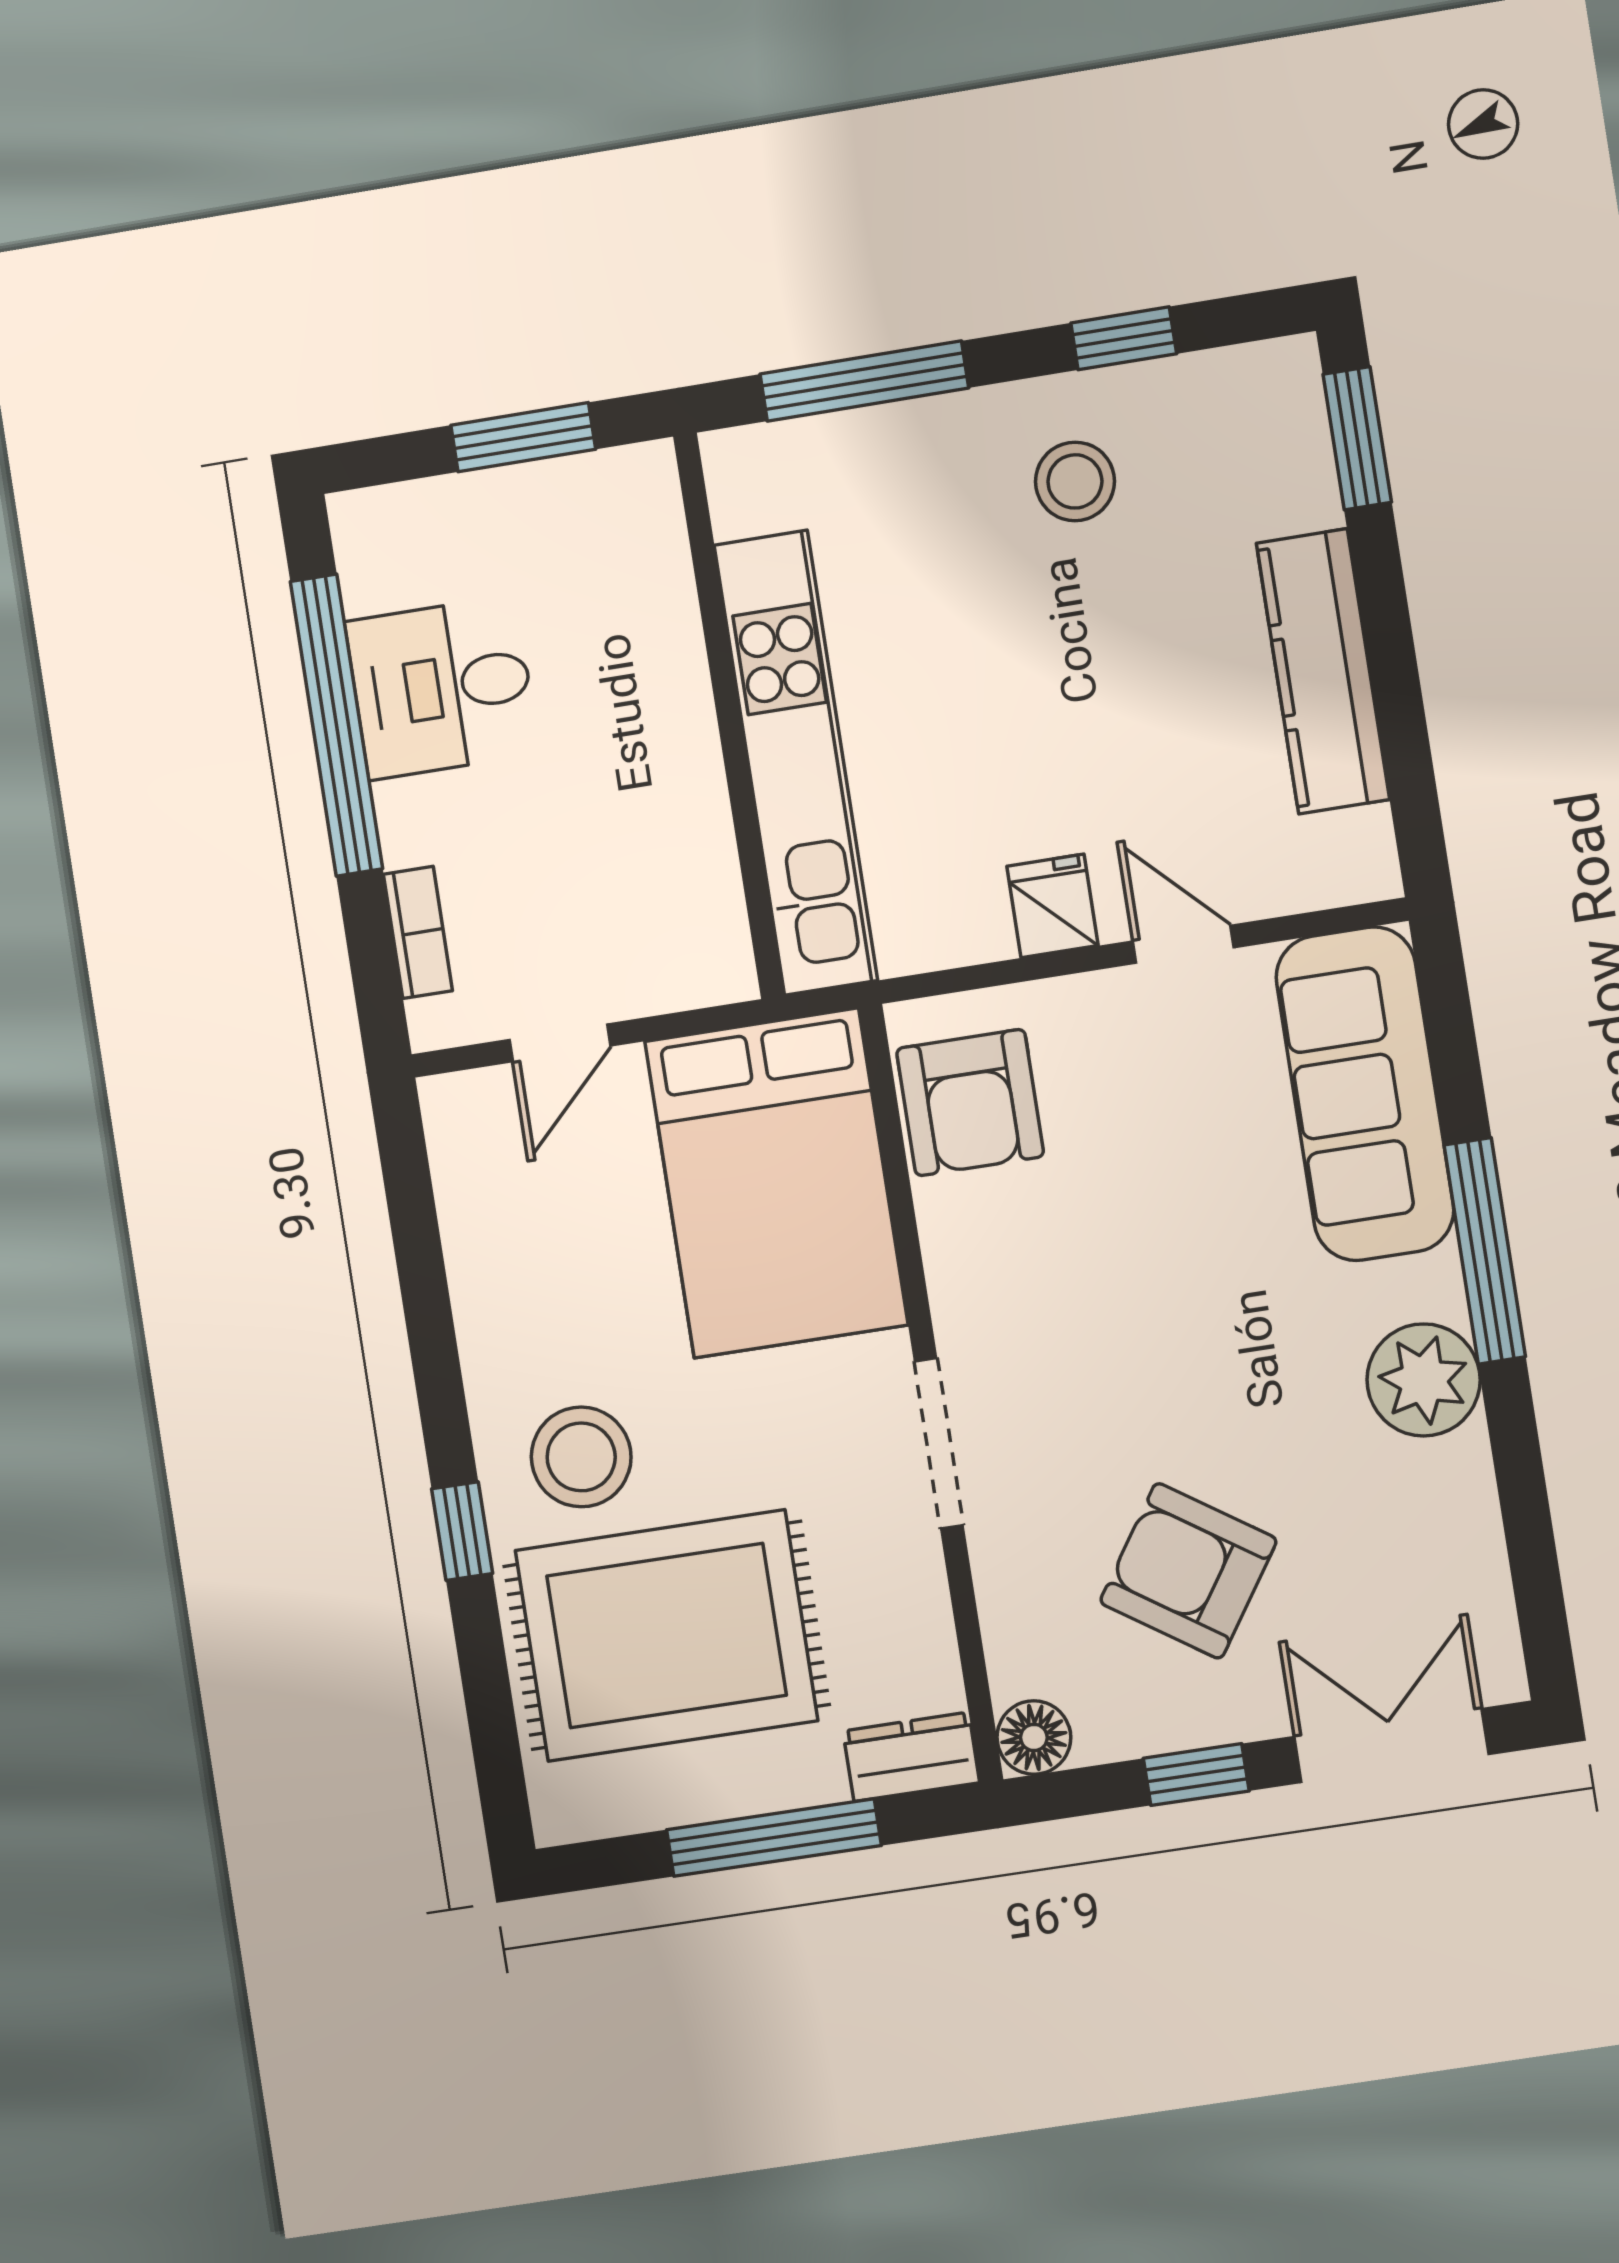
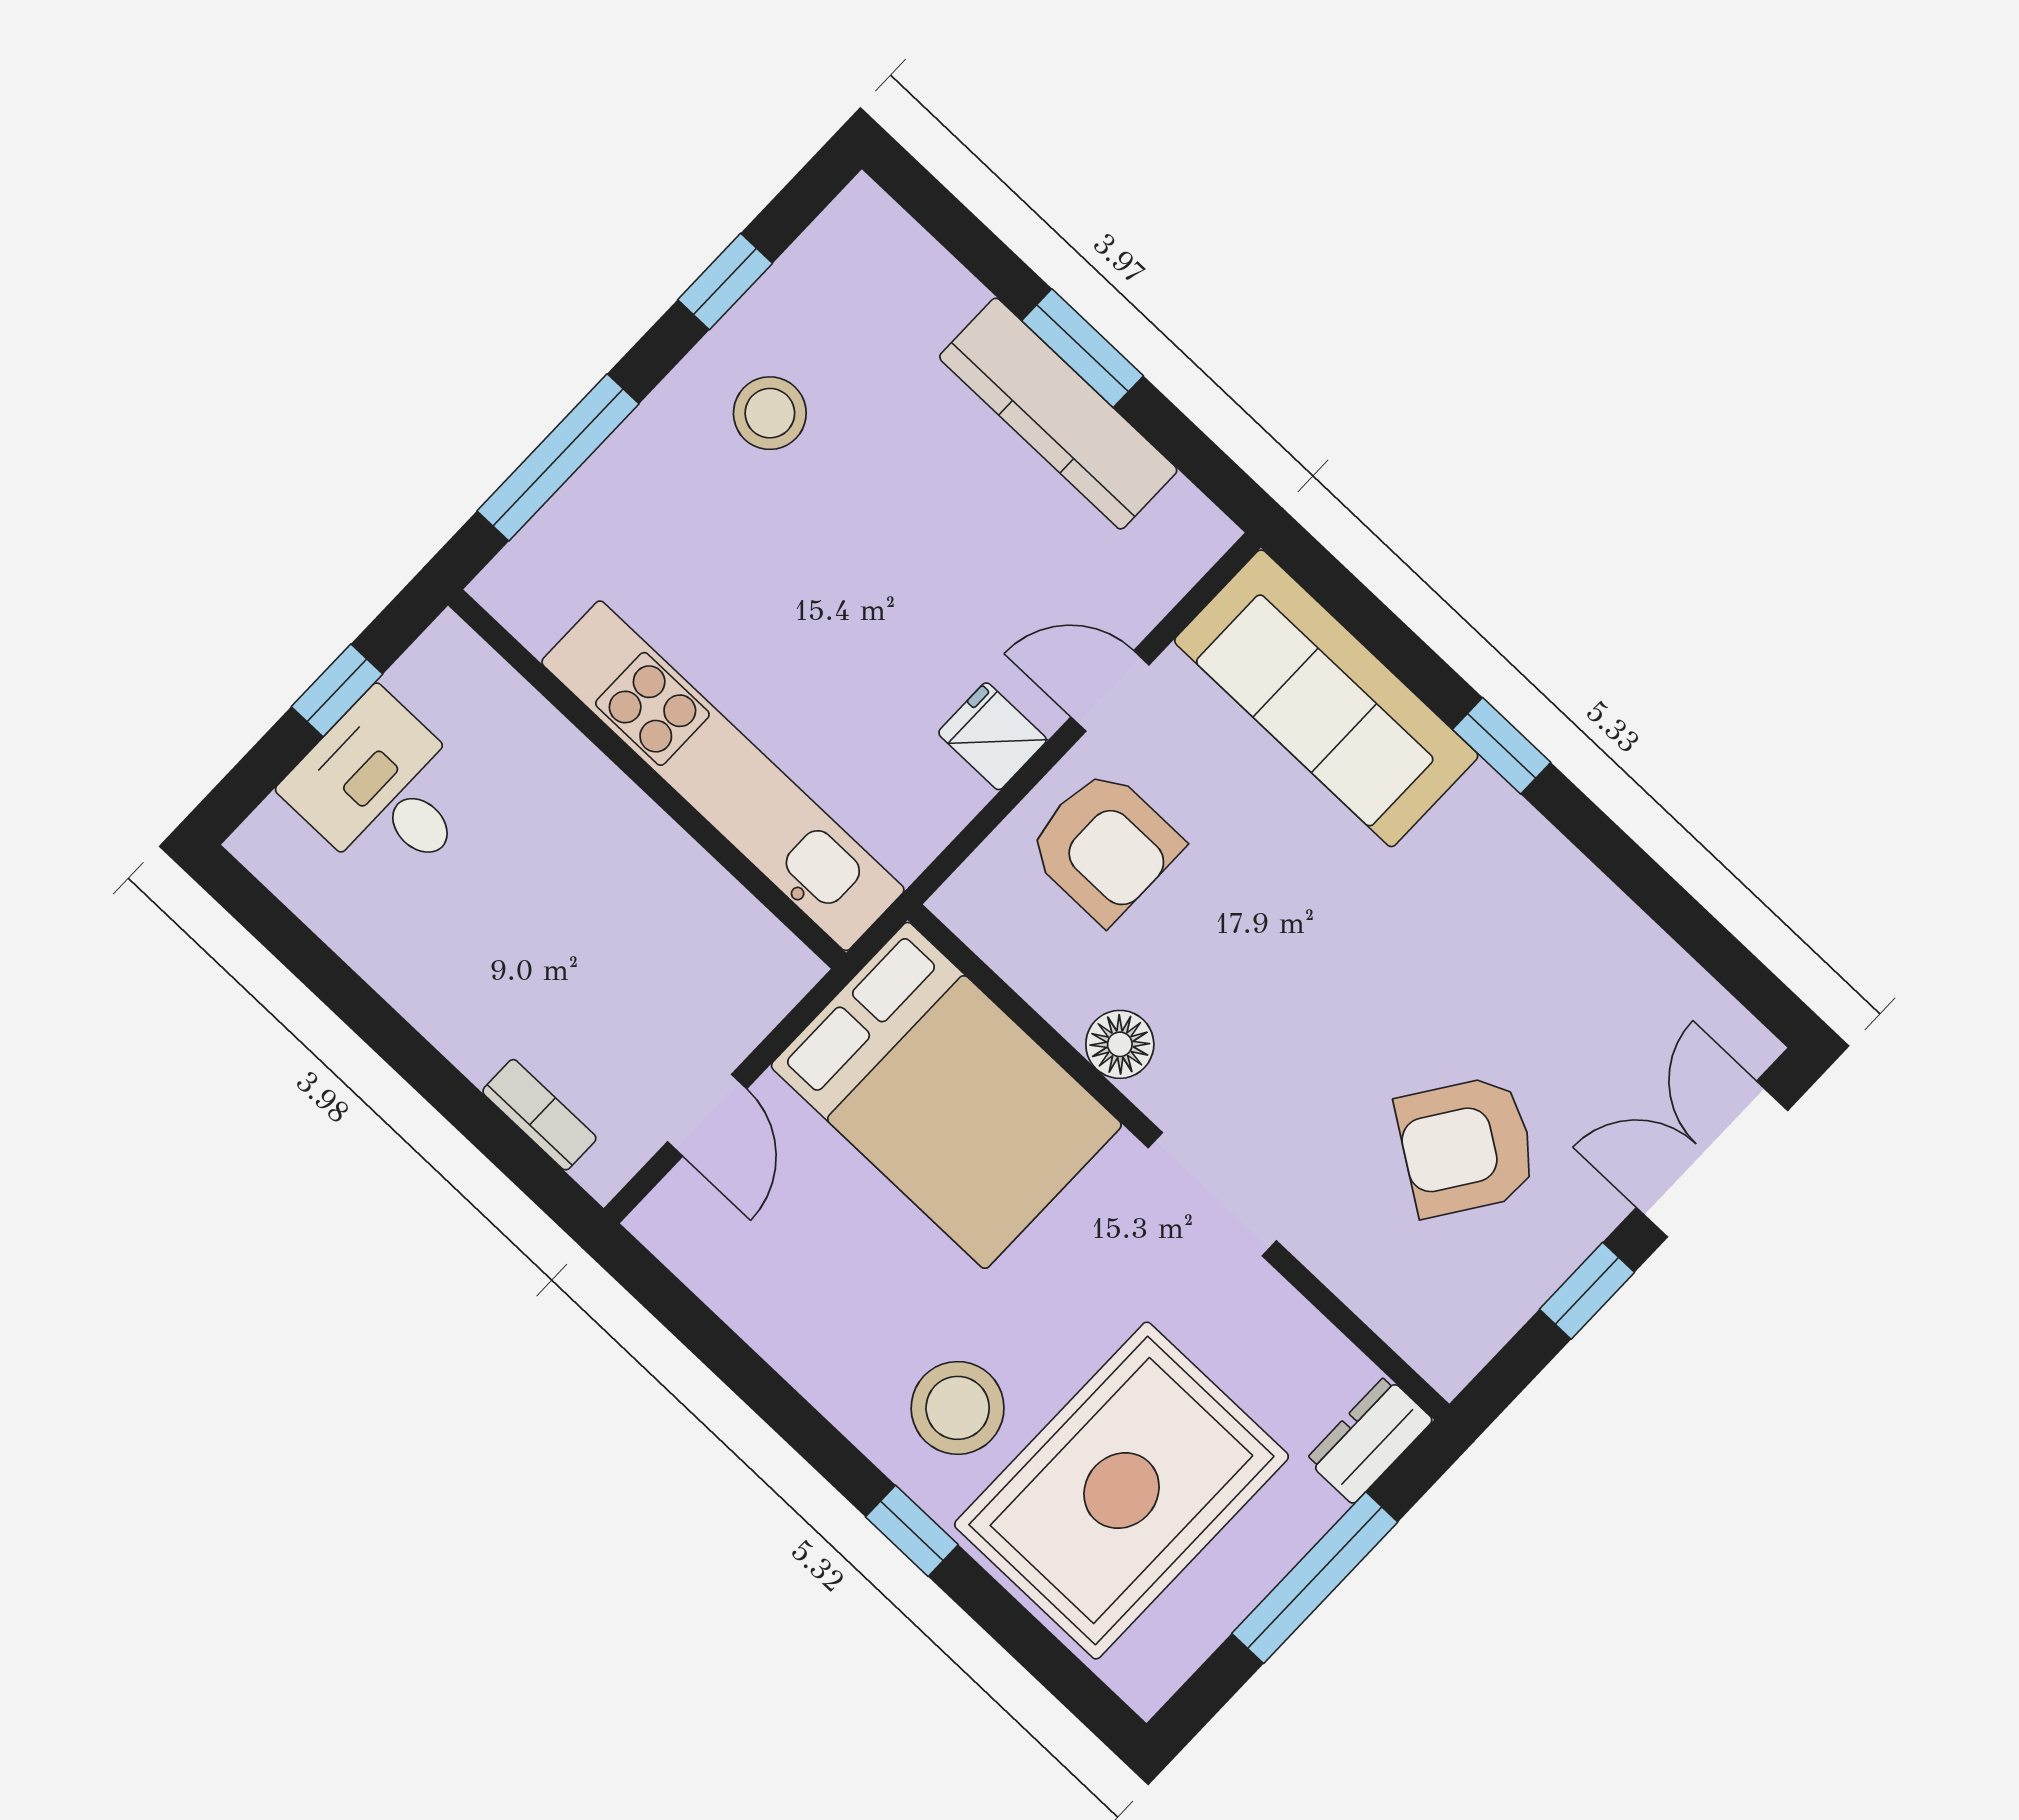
window: (523, 437) -> (337, 690), width x0.67
window: (1357, 438) -> (1083, 348), moved
desk: (442, 688) -> (384, 791), moved, turned 90
window: (336, 725) -> (361, 1008), removed
armchair: (970, 1103) -> (1104, 846), moved
window: (1485, 1251) -> (1502, 746), width x0.46
plant: (1424, 1380) -> (1530, 874), removed
floor lamp: (1034, 1737) -> (1120, 1044), moved

